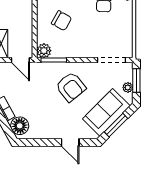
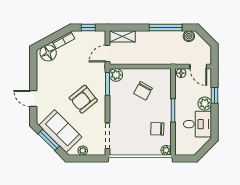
window: (136, 81) -> (89, 158), removed
door: (70, 142) -> (33, 98), hinge flipped

